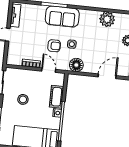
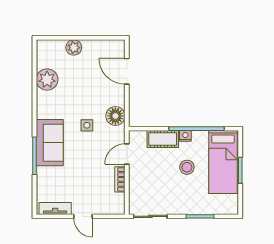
armchair: (54, 46) -> (92, 150), removed
stool: (23, 99) -> (187, 167), moved

